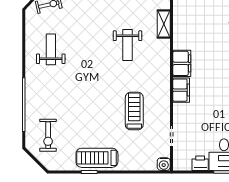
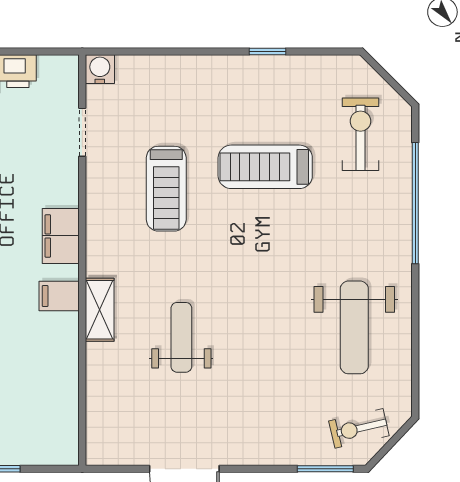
shelving: (164, 24) -> (100, 310), moved
weight bench: (51, 49) -> (354, 327), width x1.36, depth x1.33
filing cabinet: (182, 63) -> (59, 296), width x0.50
treadmill: (97, 158) -> (265, 167), moved, turned 180

